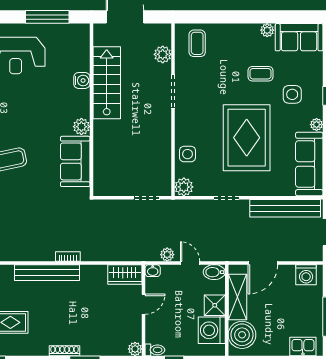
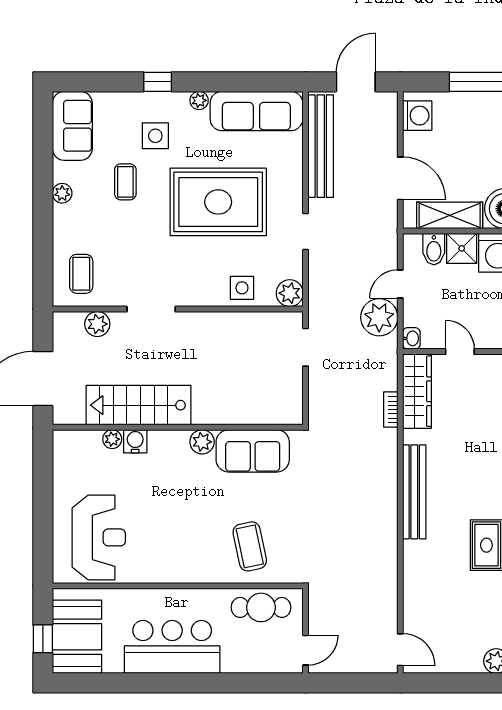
window: (47, 17) -> (43, 492), removed
plant: (267, 30) -> (62, 193), moved
coffee table: (197, 43) -> (81, 274), turned 90
plant: (83, 65) -> (112, 439), added
plant: (167, 255) -> (379, 317), width x1.87, depth x1.87
bookcase: (68, 256) -> (391, 410), moved
bidet: (214, 272) -> (434, 249), moved
wardrobe: (125, 275) -> (417, 391), width x1.50

